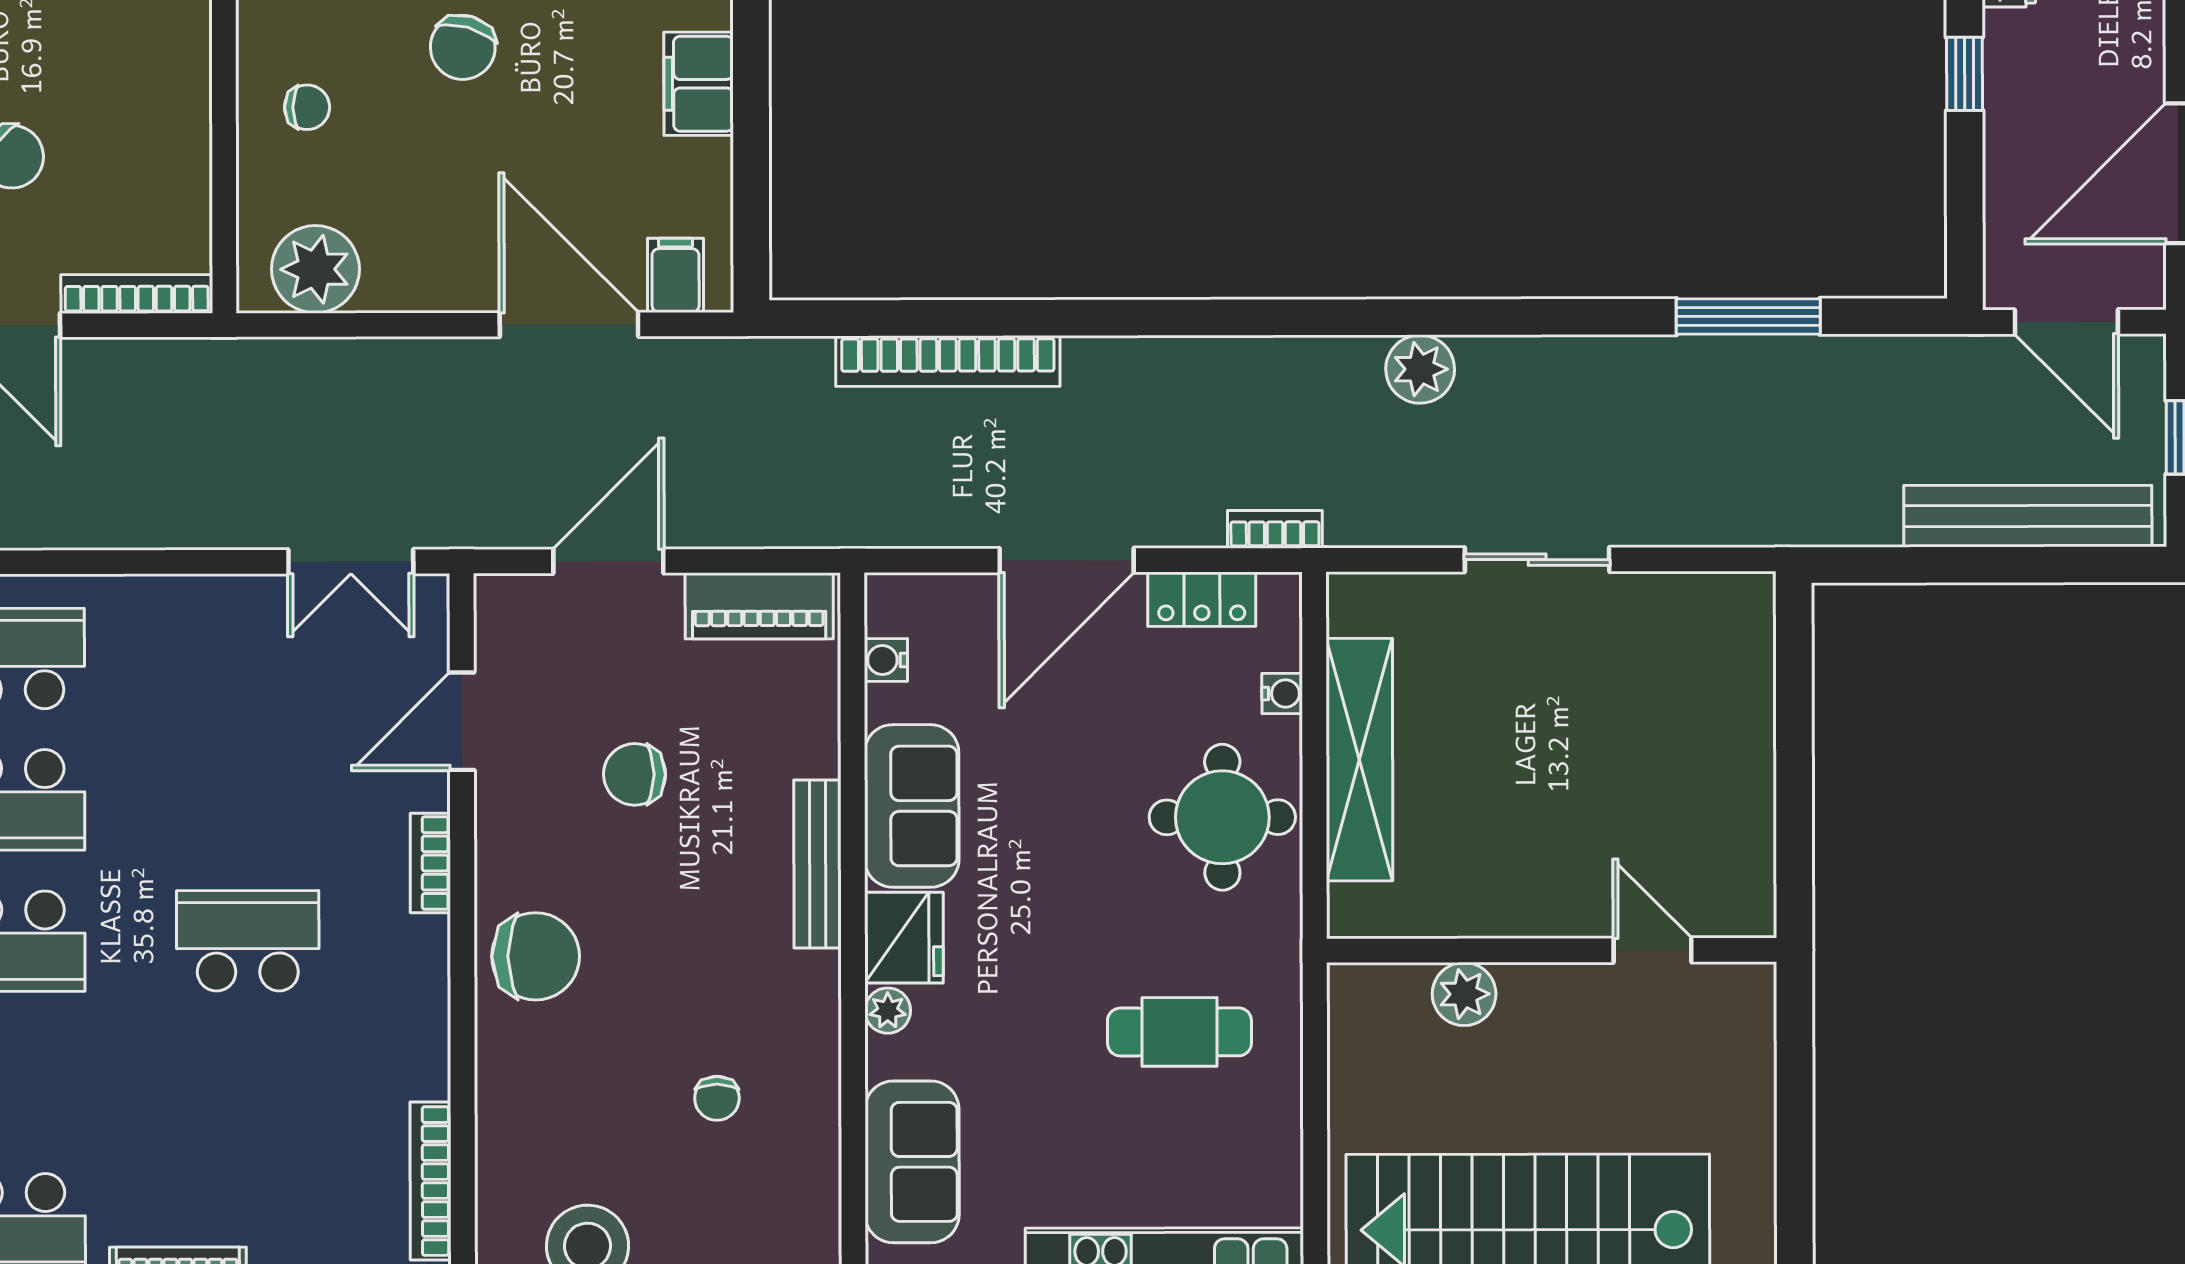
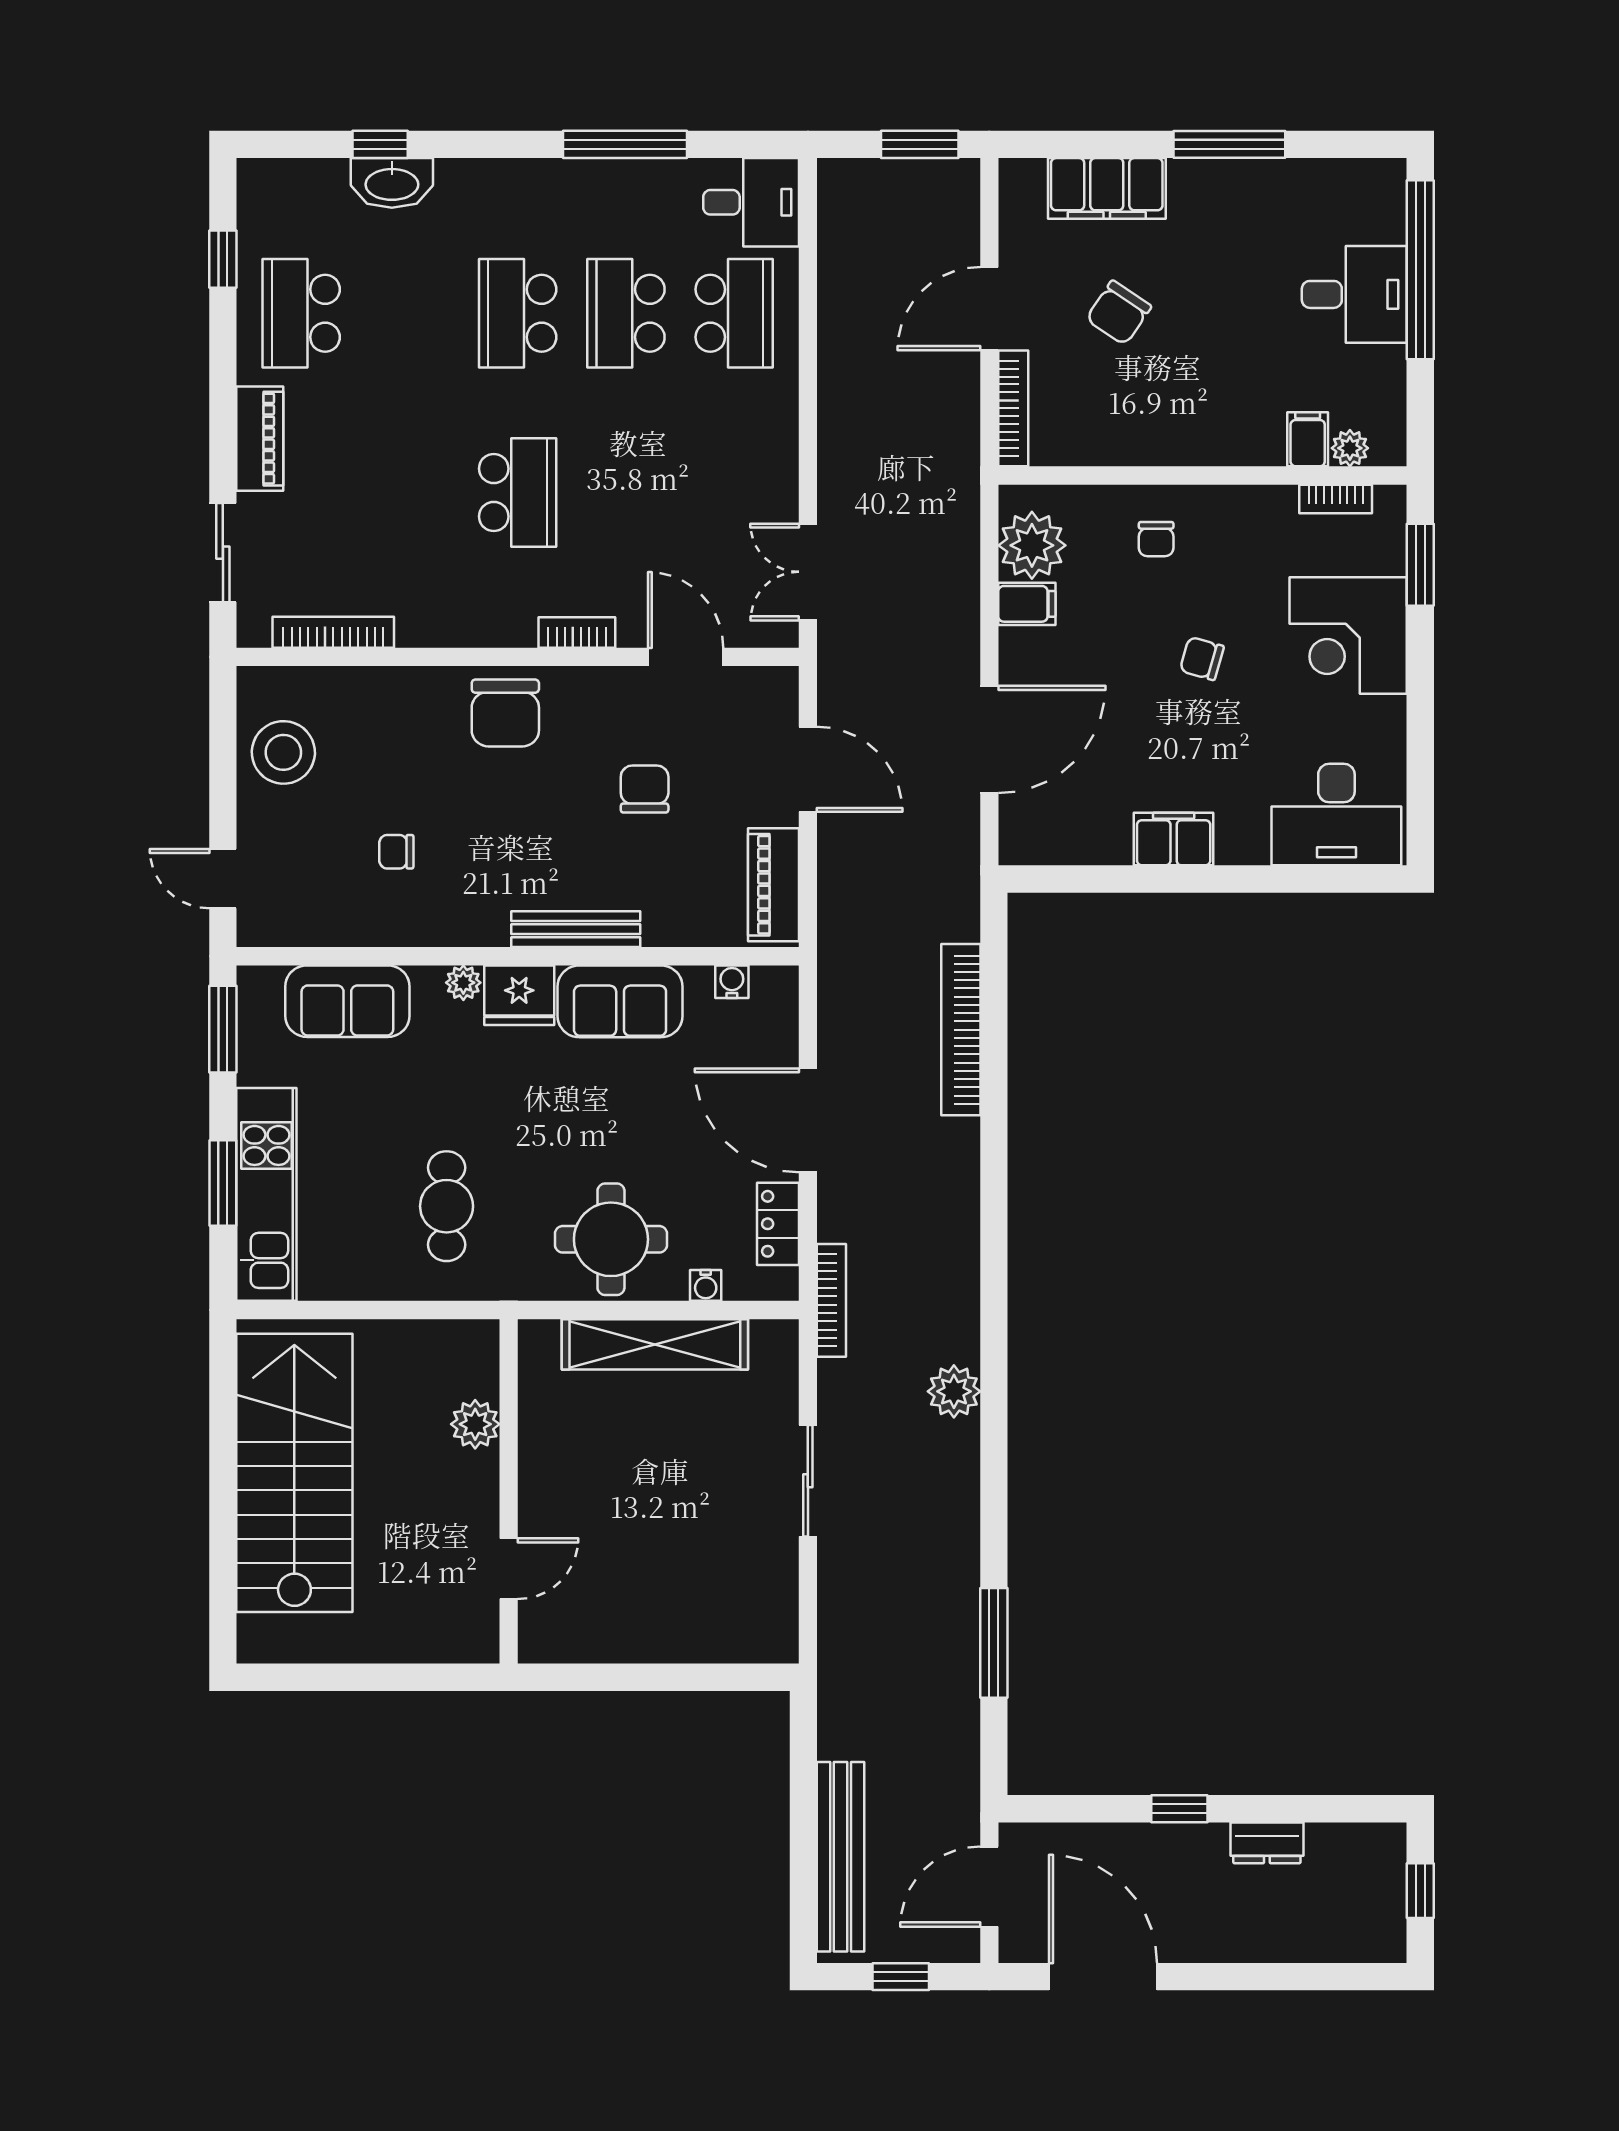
chair: (463, 47) -> (1202, 658), width x0.73, depth x0.73
filing cabinet: (676, 275) -> (1027, 604), moved
bookcase: (1275, 529) -> (831, 1300), width x1.56

